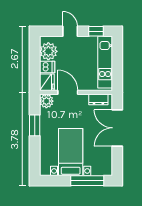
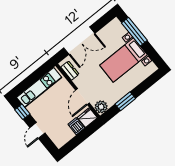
plant: (48, 51) -> (64, 134), removed

